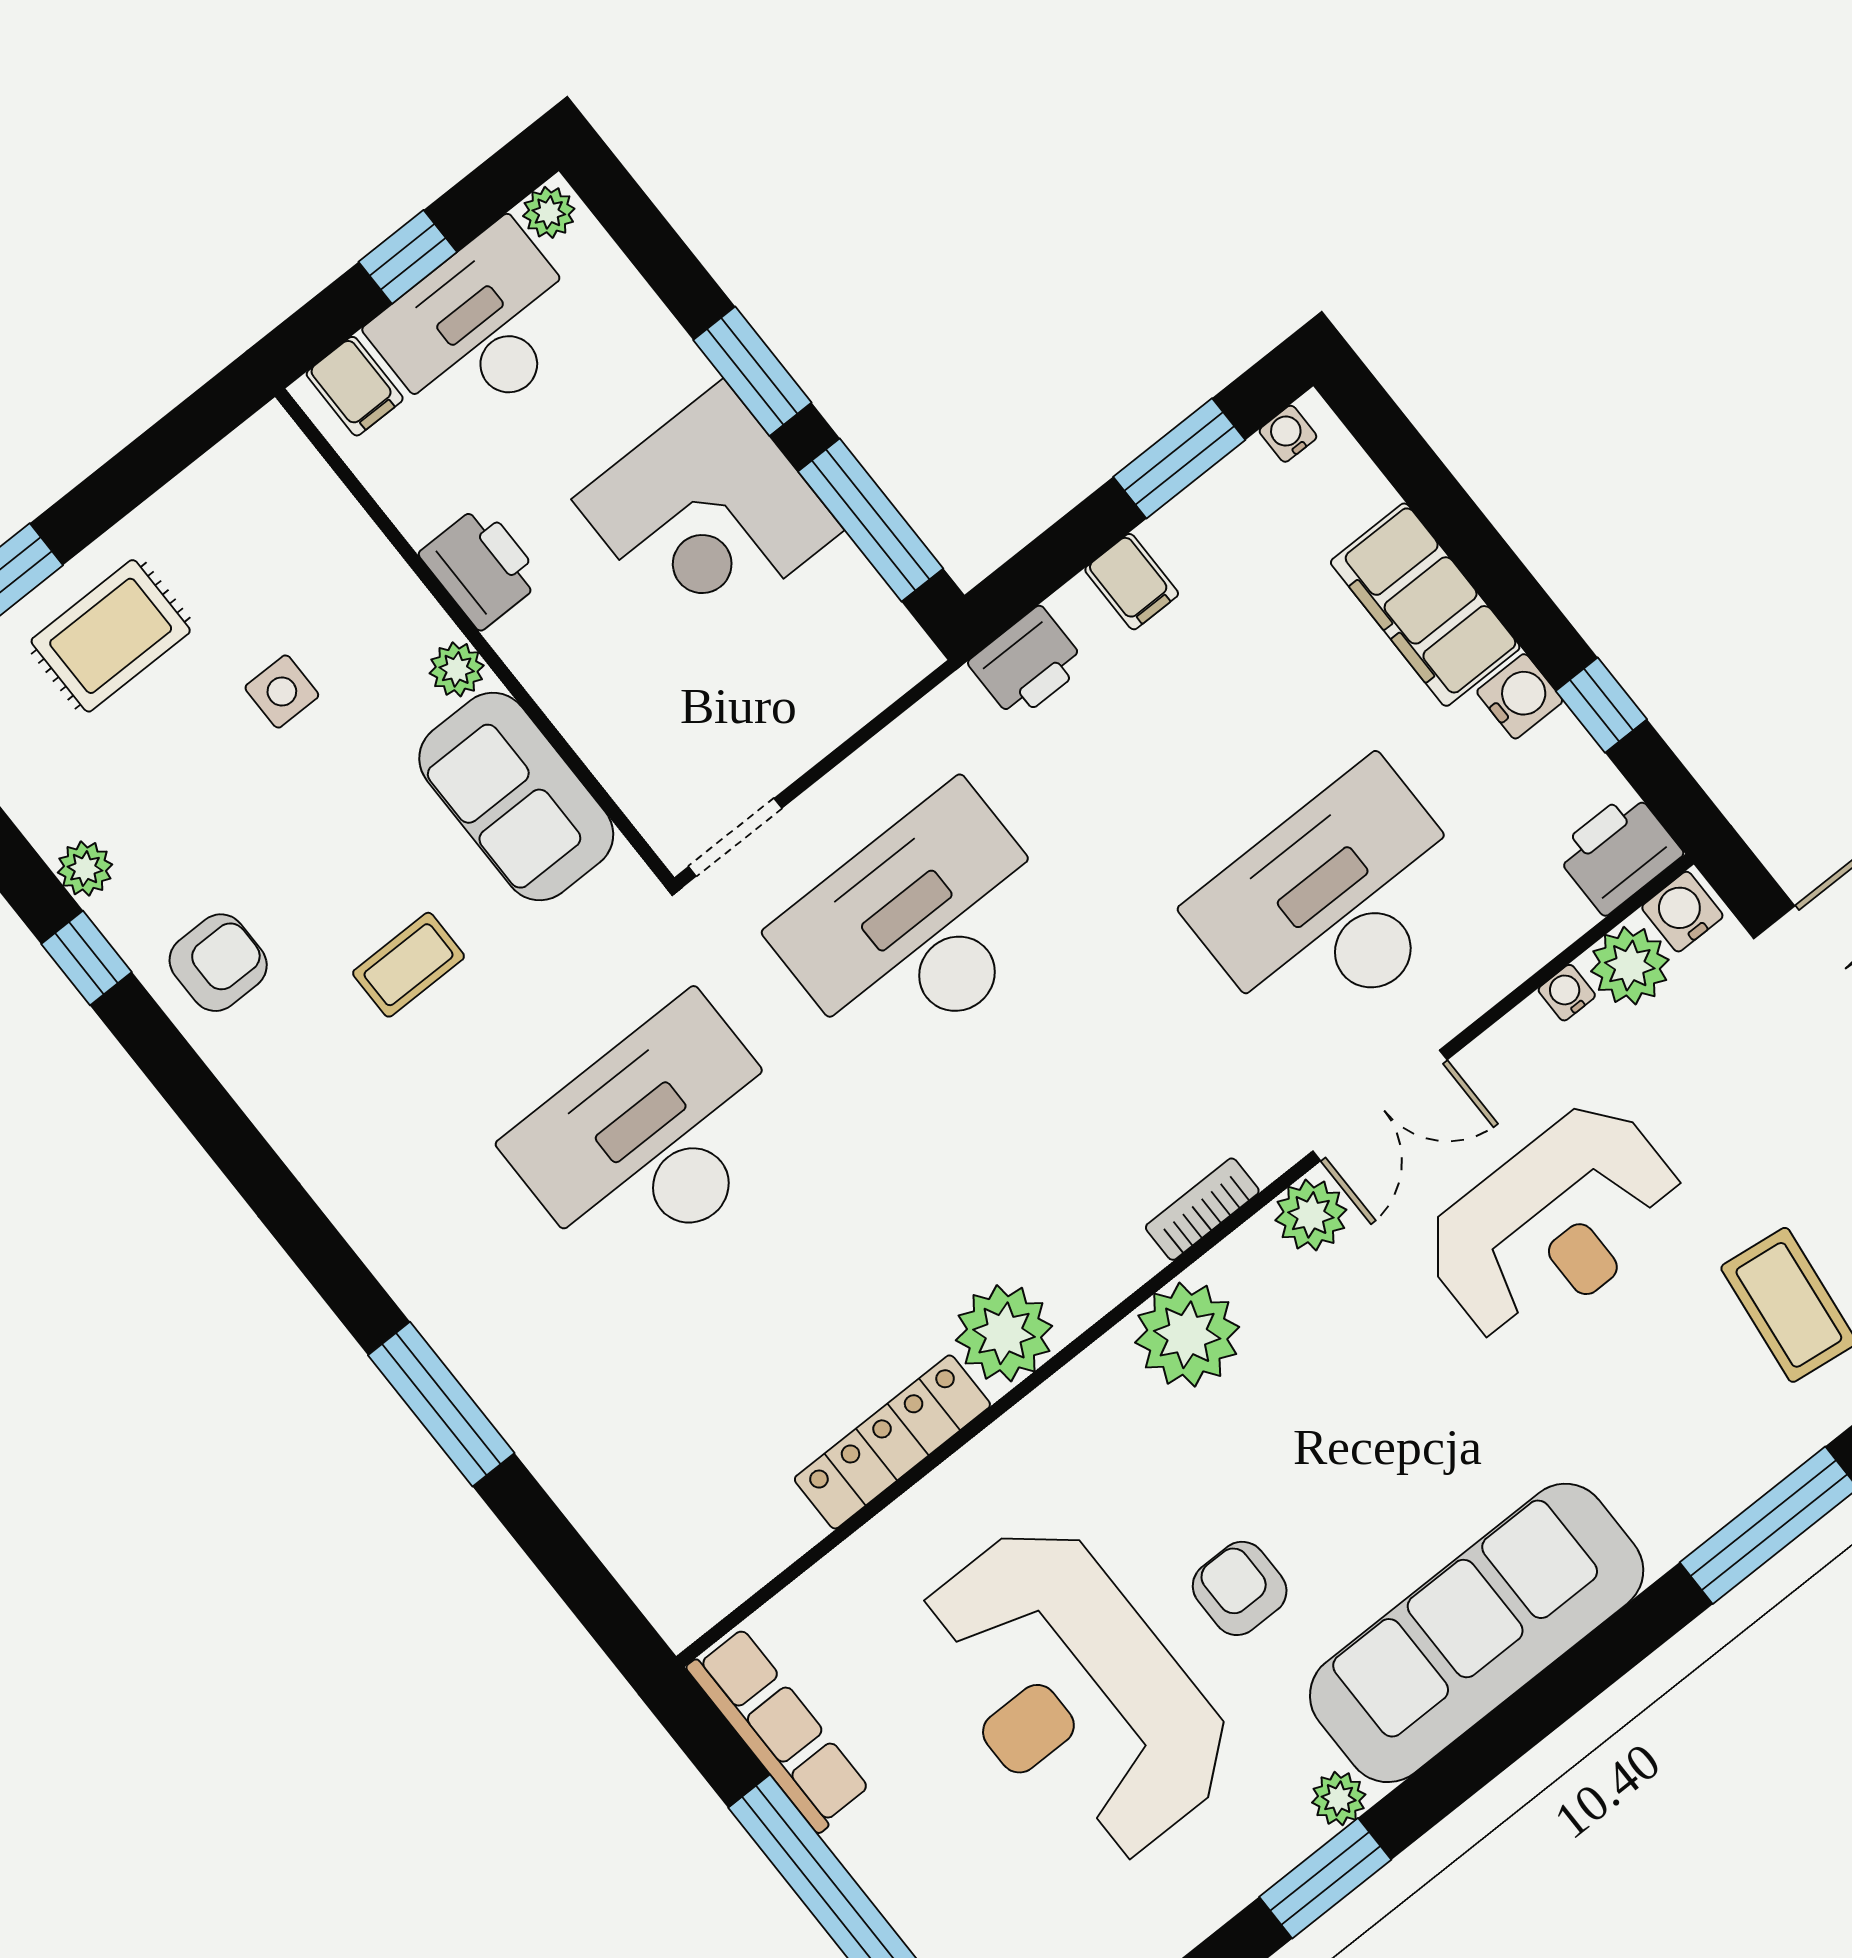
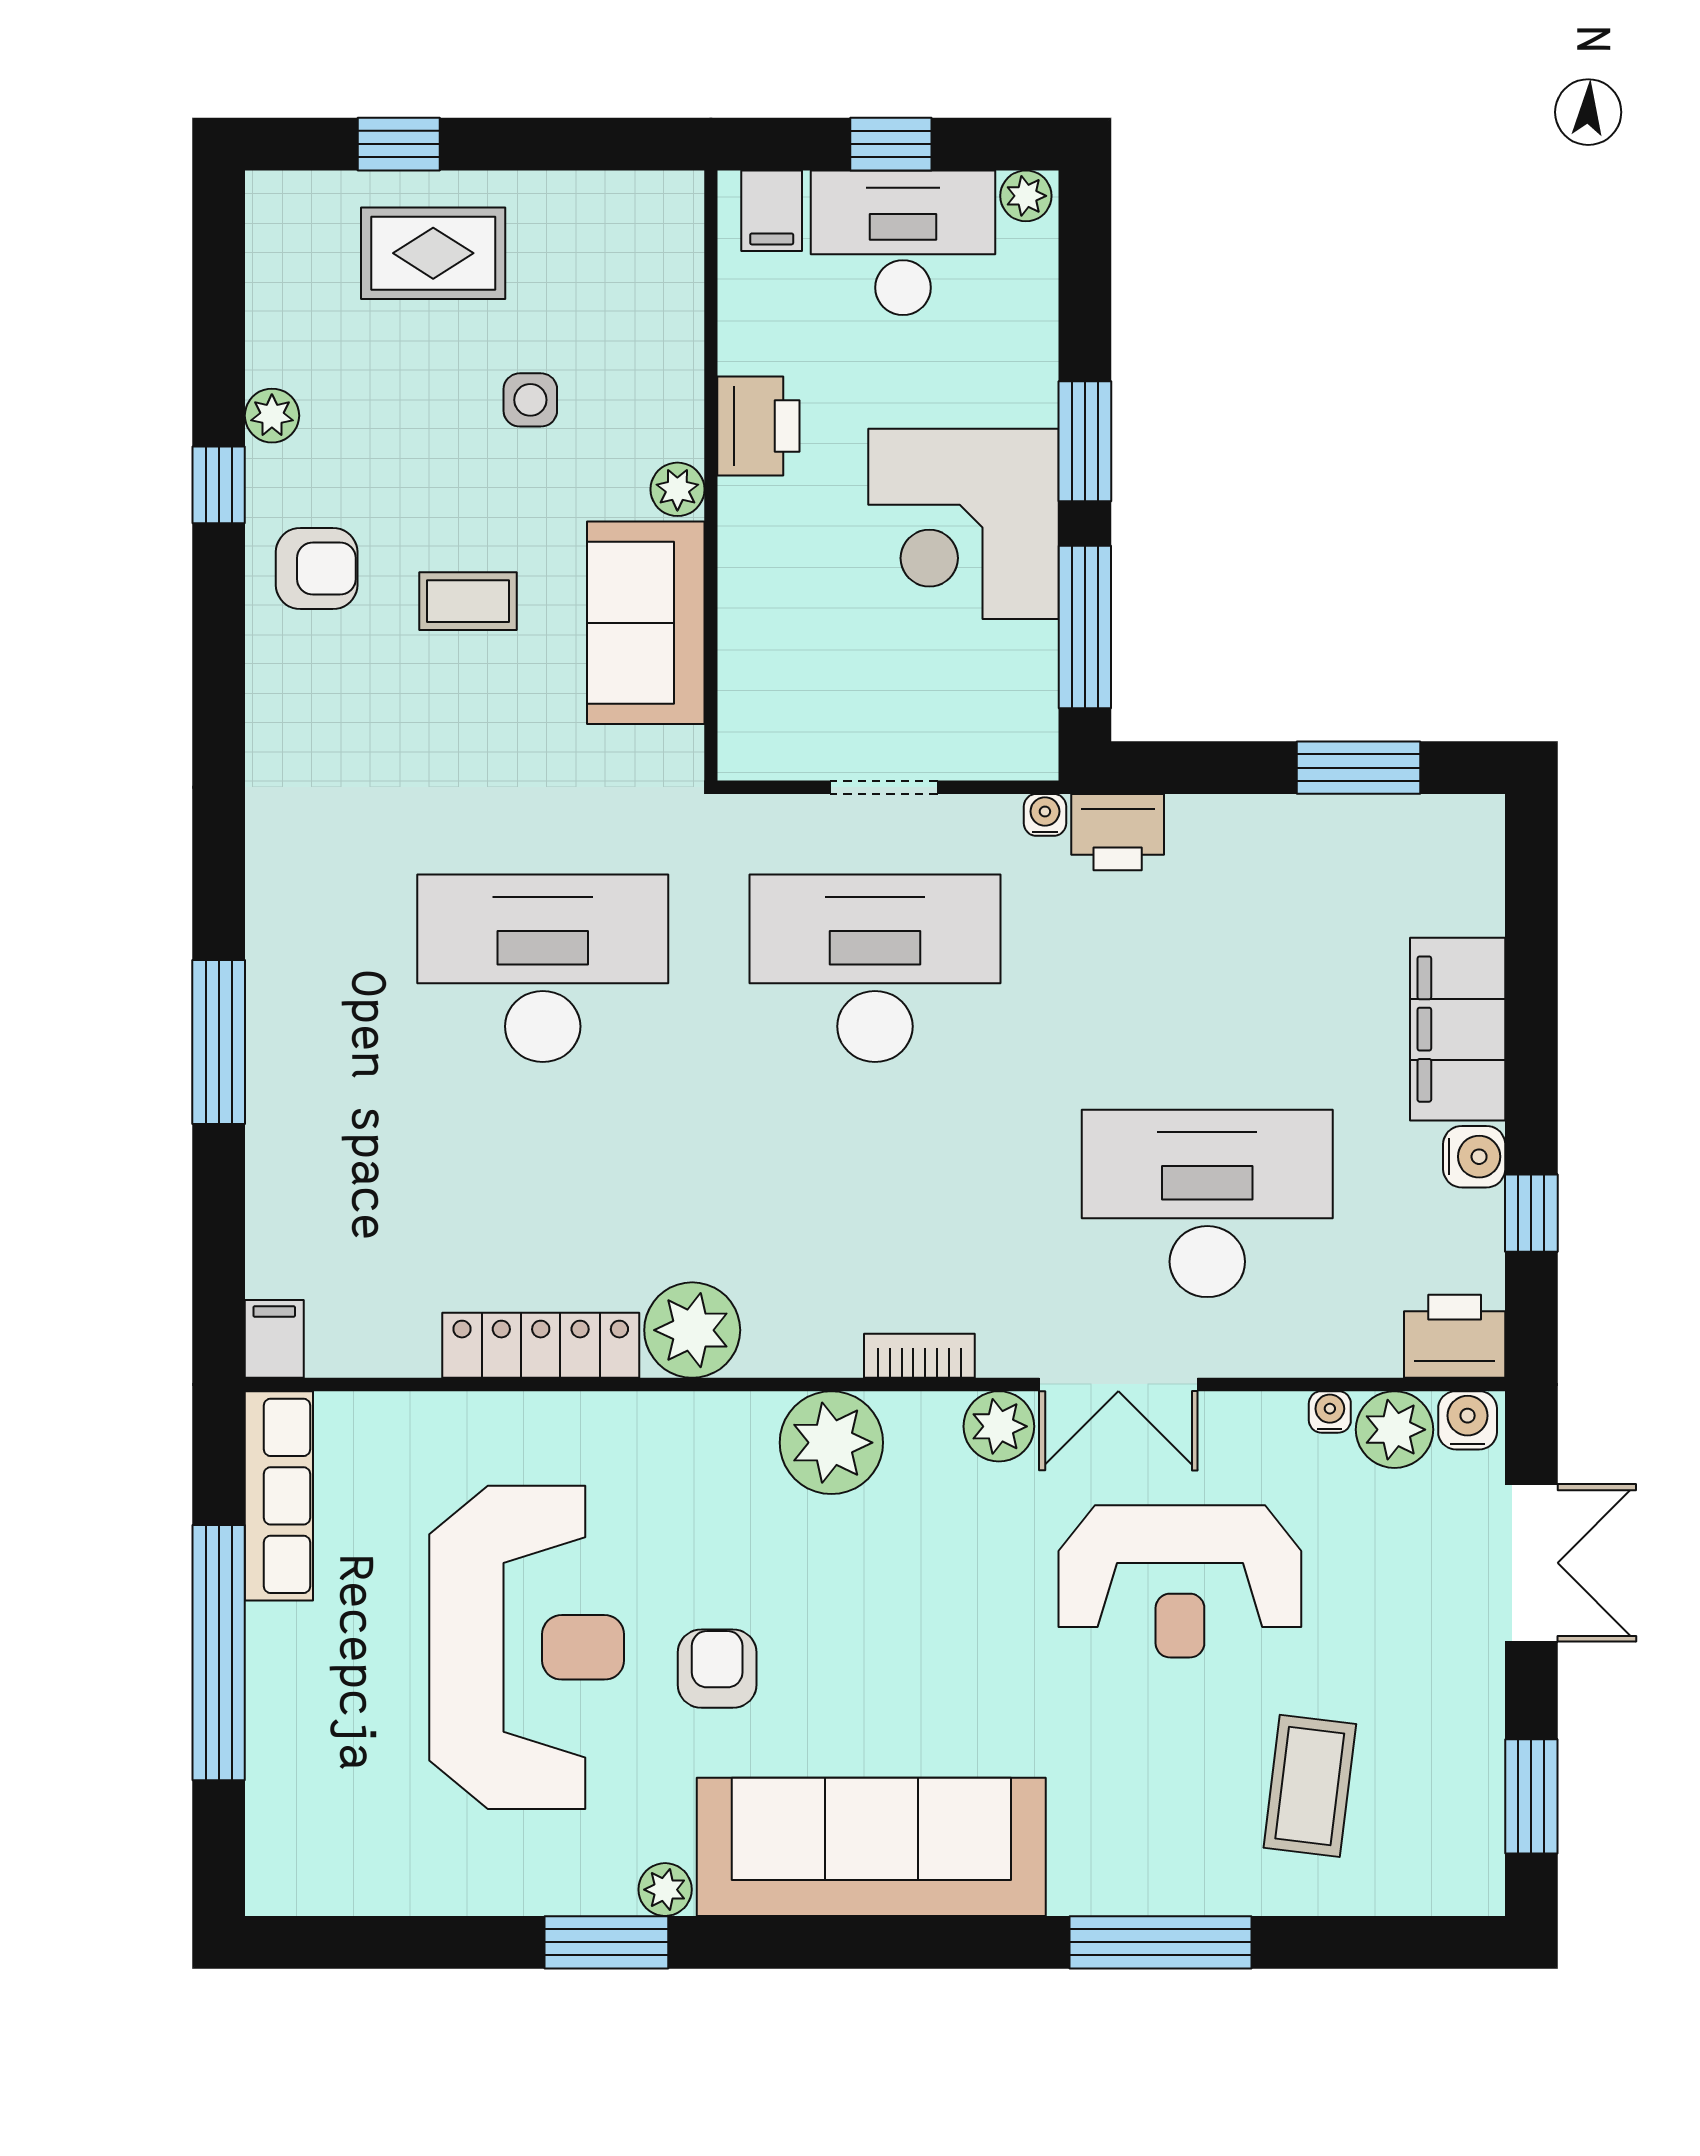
water cooler: (1288, 434) -> (1045, 815), moved
filing cabinet: (1132, 582) -> (274, 1339), moved, turned 180
doorway: (735, 837) -> (884, 787), moved
coffee table: (409, 965) -> (468, 601), moved
reception desk: (1074, 1693) -> (527, 1647), turned 180

